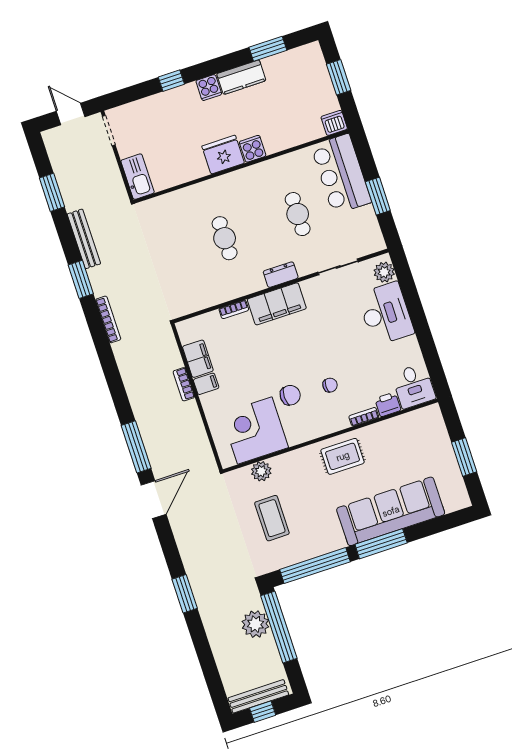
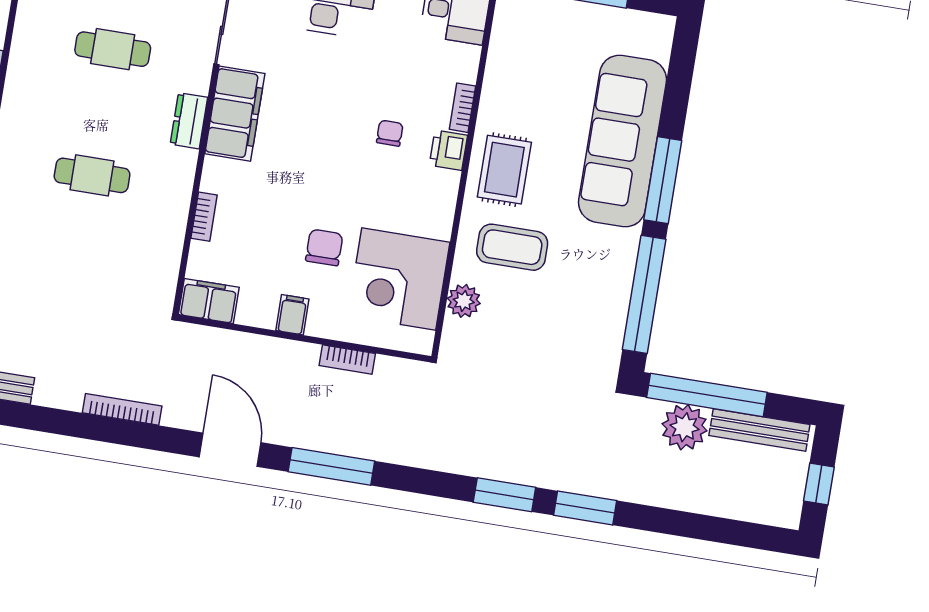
window: (81, 279) -> (504, 495), moved
filing cabinet: (277, 304) -> (235, 114), moved
filing cabinet: (198, 359) -> (209, 301), moved
bookcase: (184, 384) -> (347, 360), moved
chair: (290, 395) -> (324, 247), moved
printer: (388, 404) -> (448, 150), moved
door: (154, 500) -> (230, 450), moved
coffee table: (272, 518) -> (512, 247), moved
bench: (258, 696) -> (759, 430), moved, turned 90

